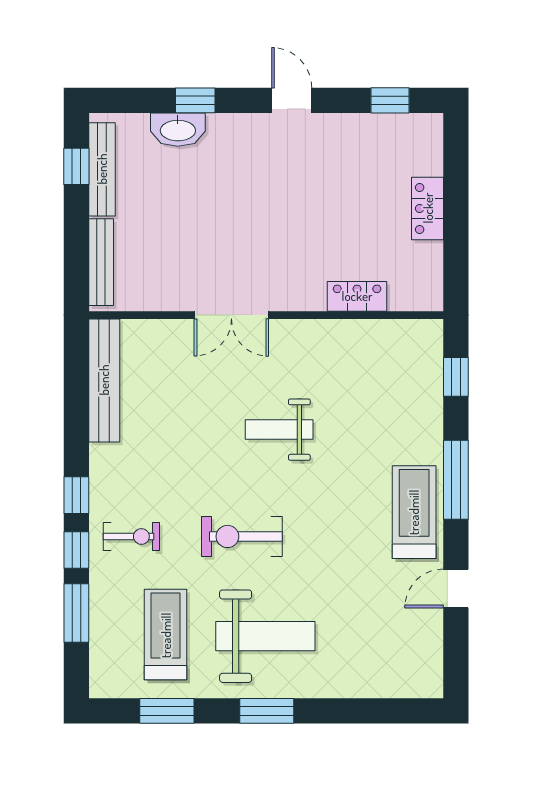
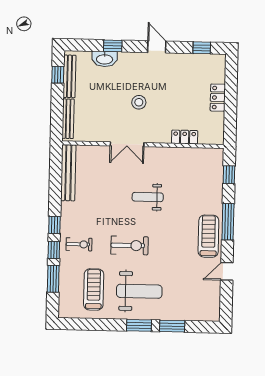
stool: (255, 223) -> (139, 102), added
exercise bike: (242, 536) -> (130, 245), turned 180
window: (167, 711) -> (172, 326), moved

